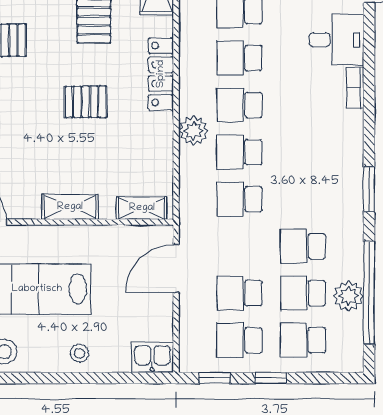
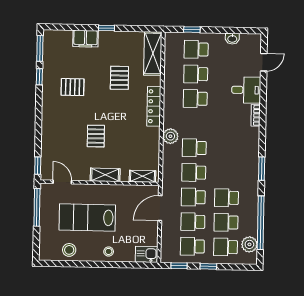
pallet: (86, 102) -> (96, 136), moved, turned 90
school desk: (240, 105) -> (193, 197), moved
plant: (348, 296) -> (249, 244), moved

